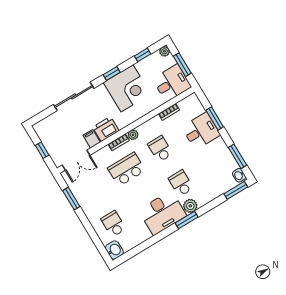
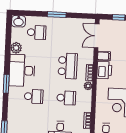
window: (71, 199) -> (57, 15), moved
plant: (190, 206) -> (16, 48), moved

